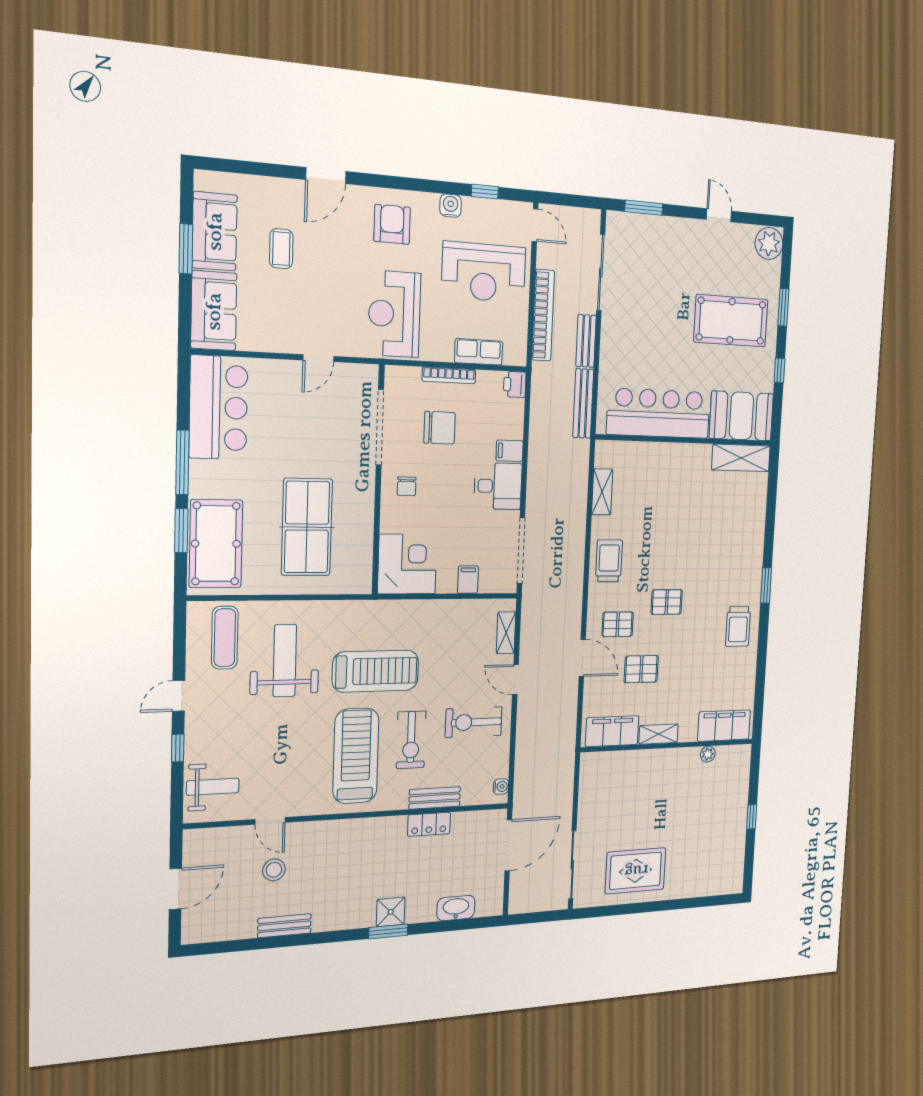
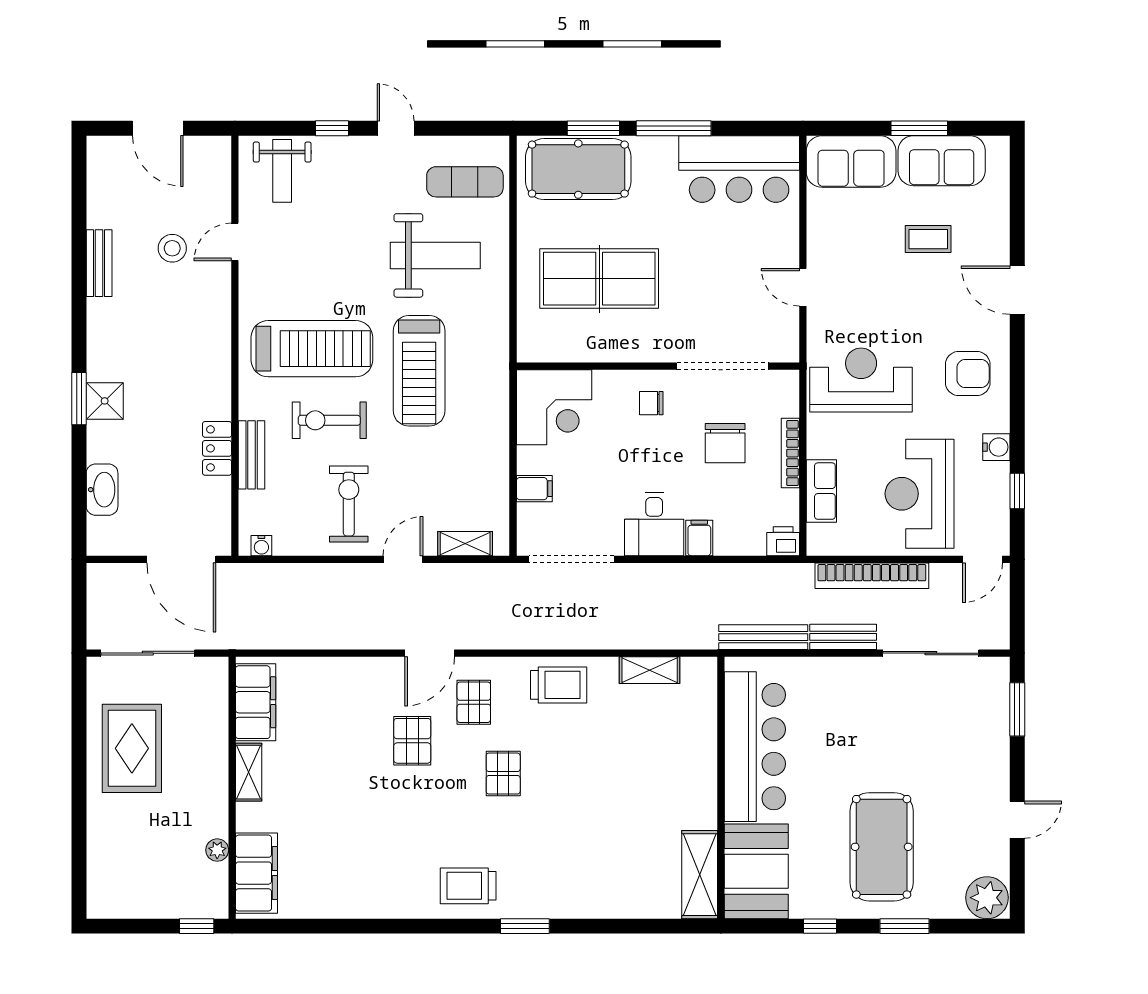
filing cabinet: (724, 726) -> (256, 873), moved
filing cabinet: (612, 731) -> (256, 702), moved
shelving: (659, 734) -> (249, 772), moved
wall: (668, 746) -> (232, 788), moved
plant: (708, 754) -> (217, 850), moved

